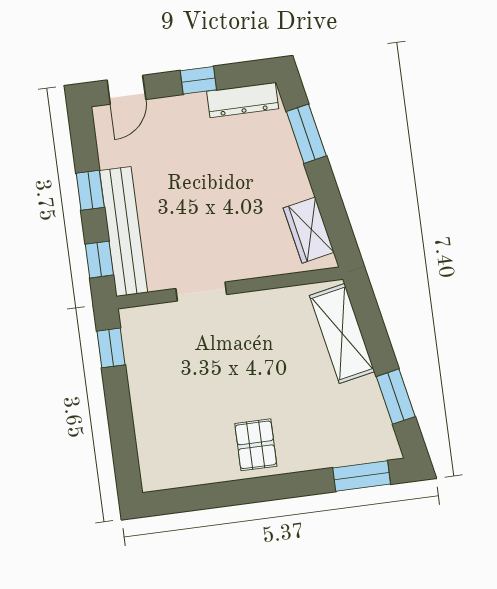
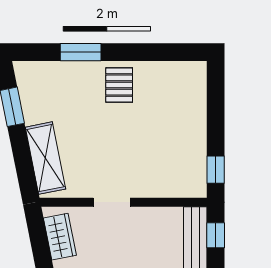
doorway: (201, 292) -> (112, 202), moved
window: (362, 476) -> (81, 52), moved

